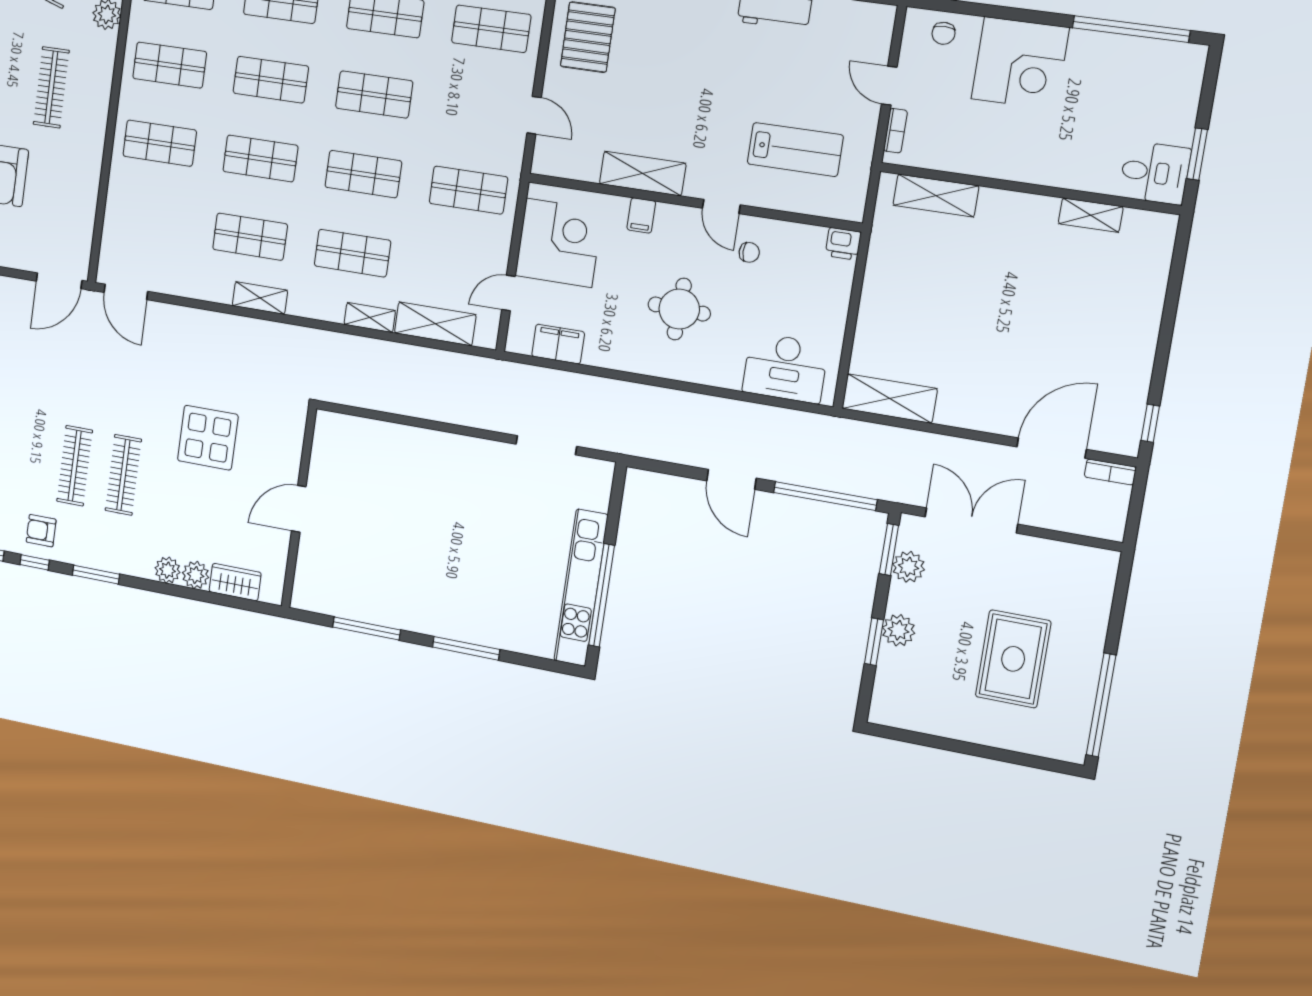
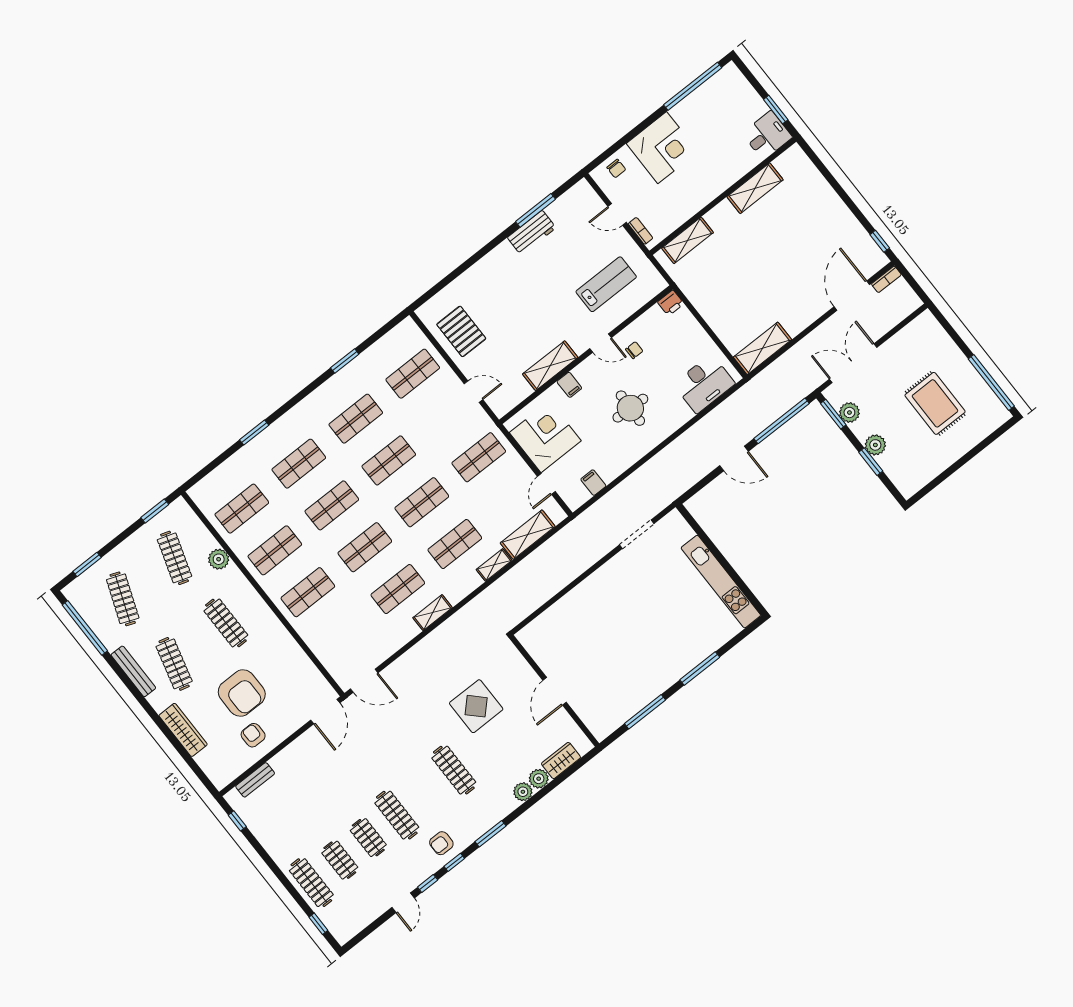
shelving: (1091, 215) -> (755, 188), width x1.50, depth x1.33
filing cabinet: (558, 344) -> (593, 483), width x0.50
clothes rail: (75, 466) -> (397, 815), moved
window: (602, 595) -> (734, 575), removed

